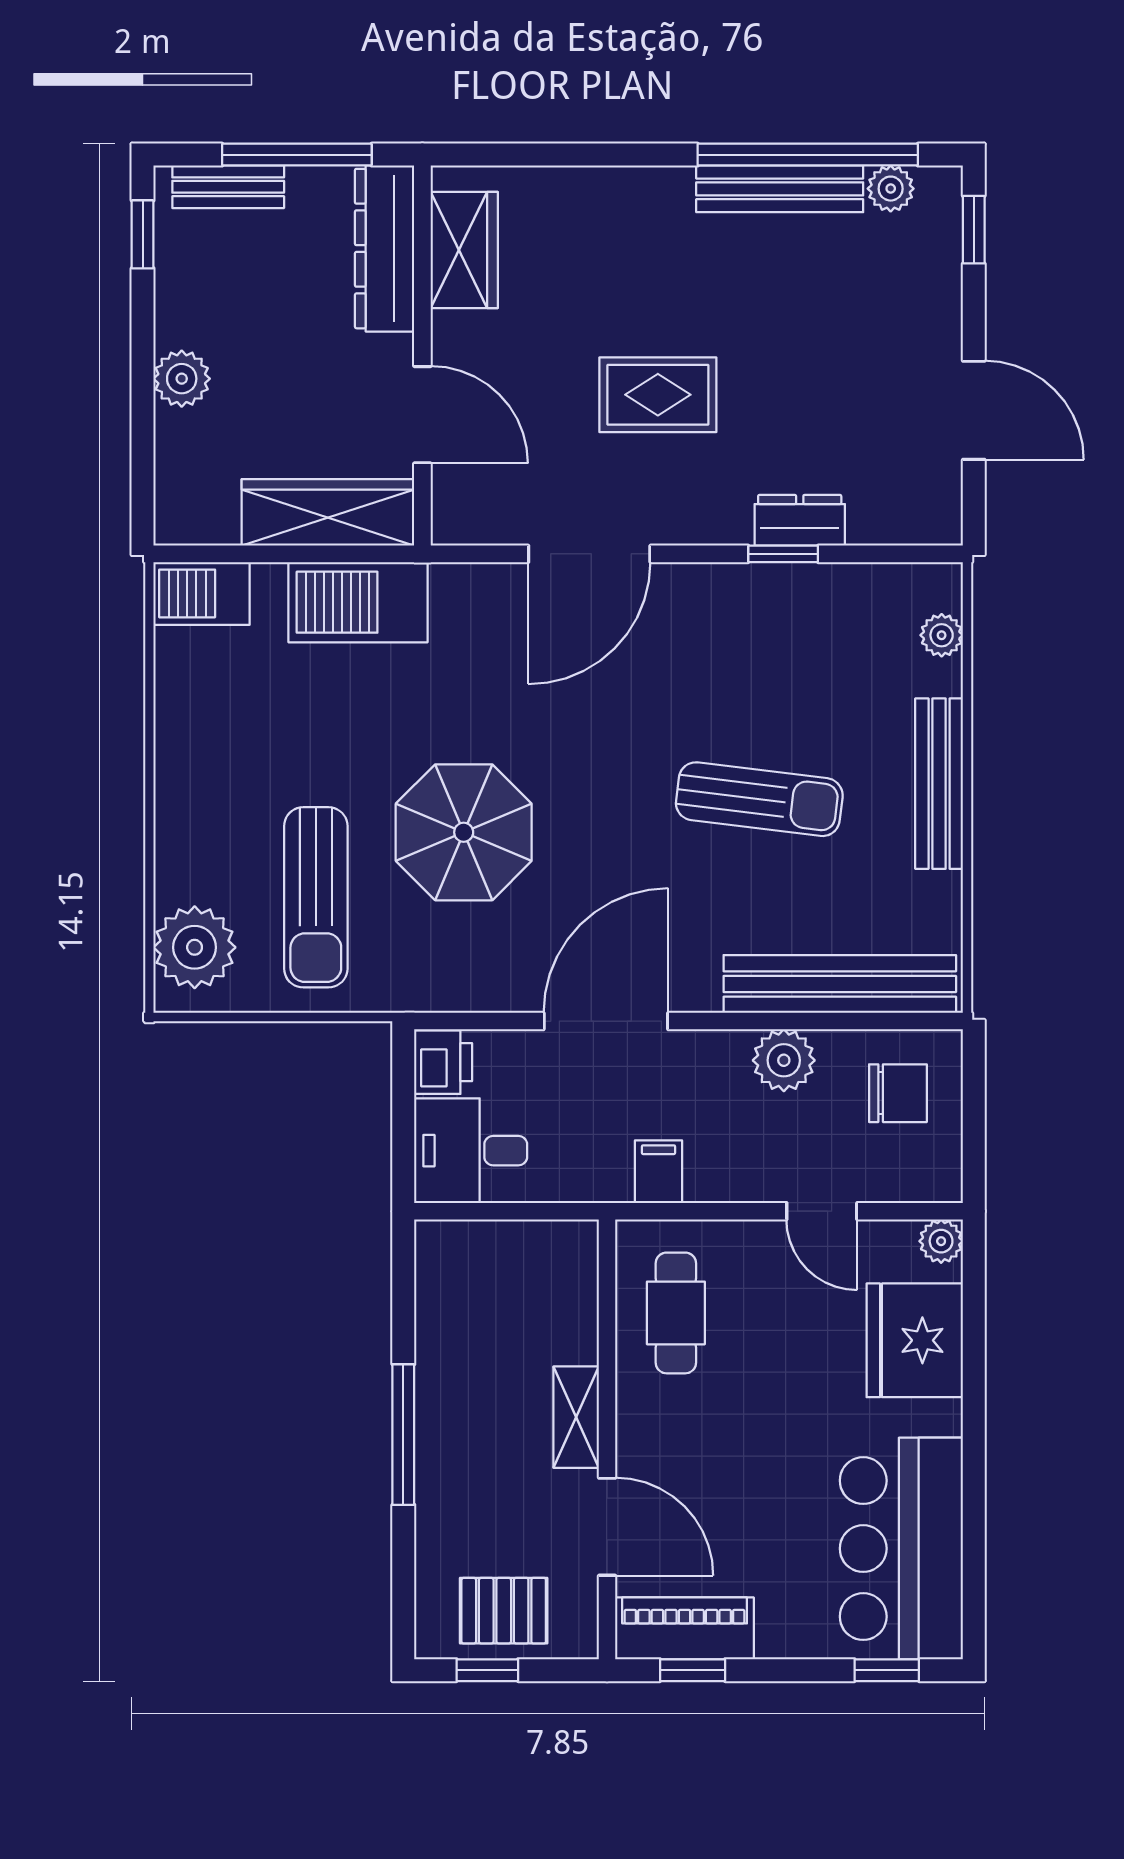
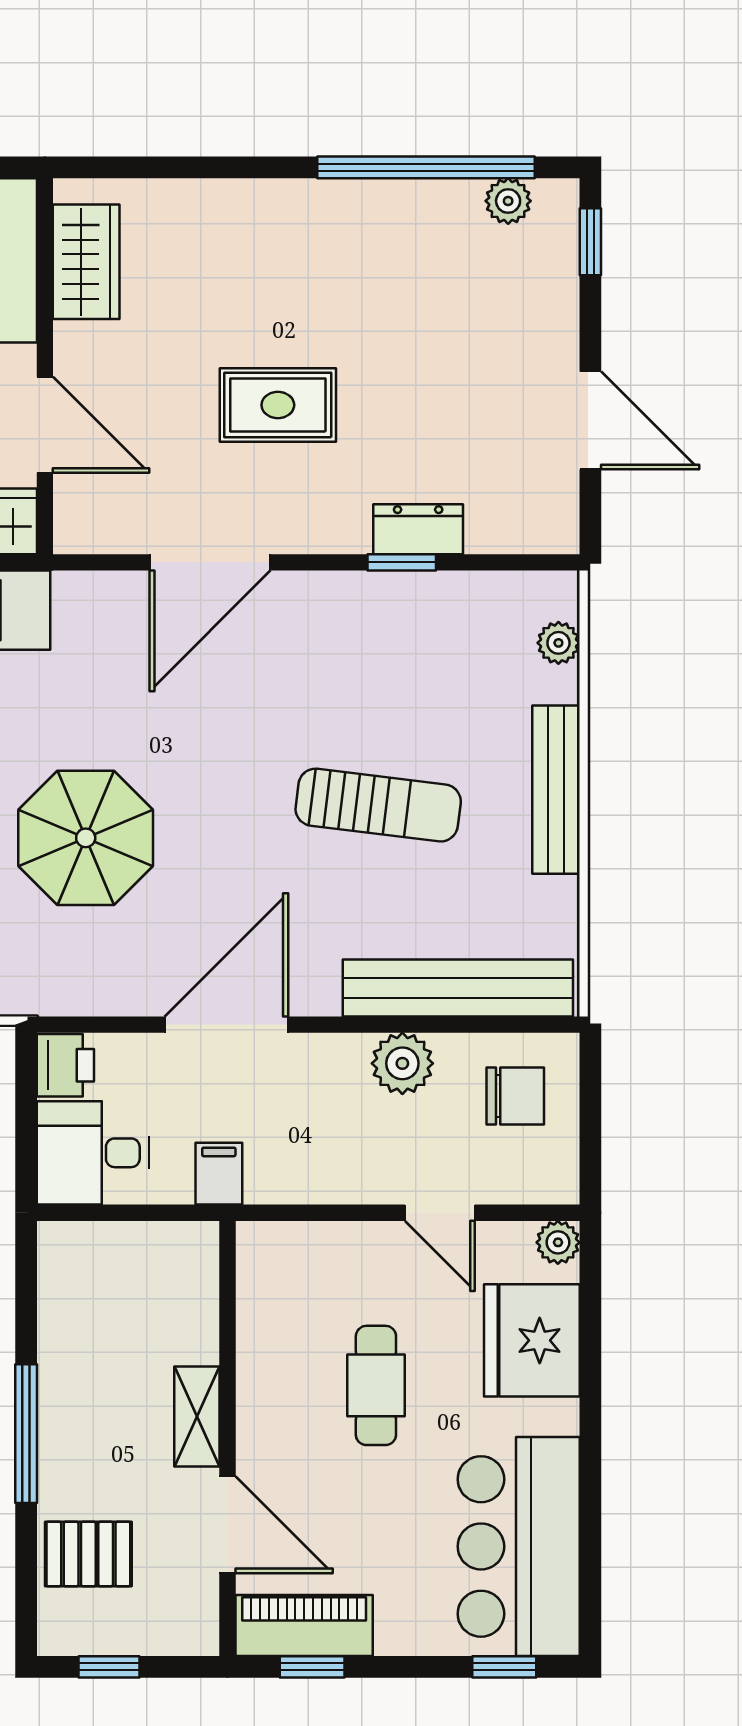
bench: (780, 189) -> (398, 201), removed
filing cabinet: (659, 1172) -> (219, 1174), moved
cafe table: (676, 1313) -> (376, 1385), moved
pallet: (504, 1611) -> (88, 1554), moved

